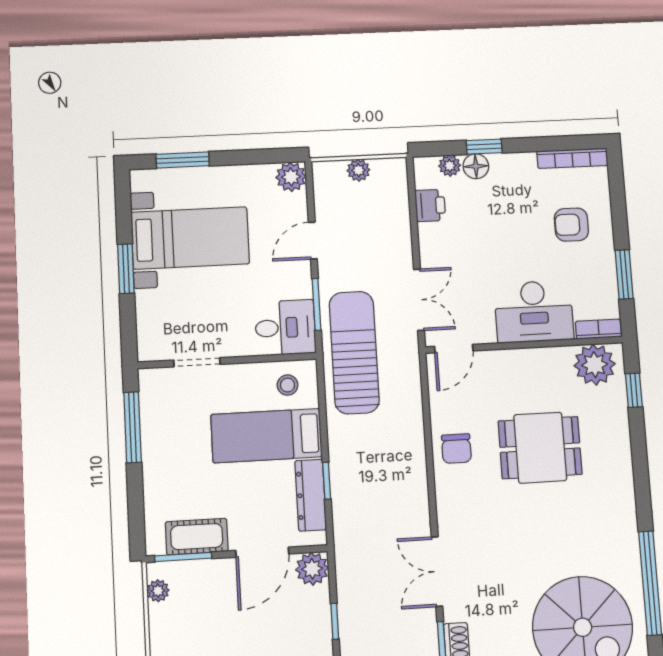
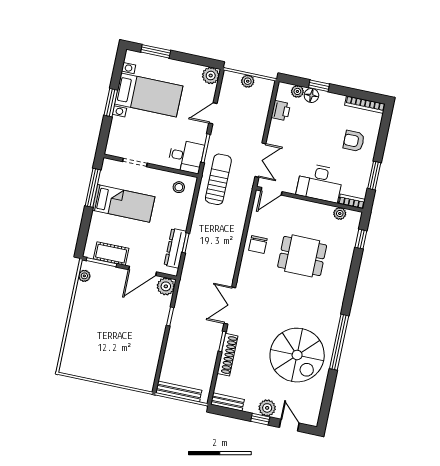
sun lounger: (354, 352) -> (218, 179), width x0.73, depth x0.75
plant: (595, 365) -> (340, 213), width x0.53, depth x0.53
bed: (267, 436) -> (124, 203), moved, turned 180

